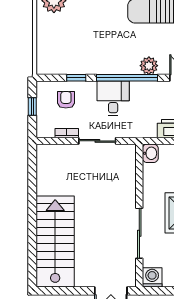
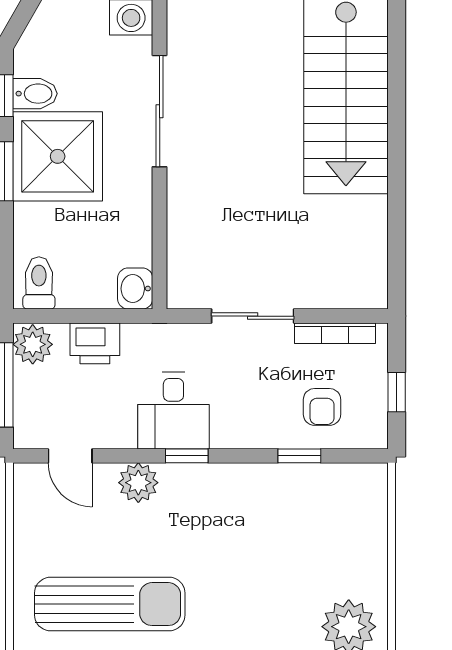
window: (127, 78) -> (187, 456), width x0.32
desk: (113, 98) -> (173, 411), moved
bookcase: (67, 133) -> (335, 333), width x1.56

